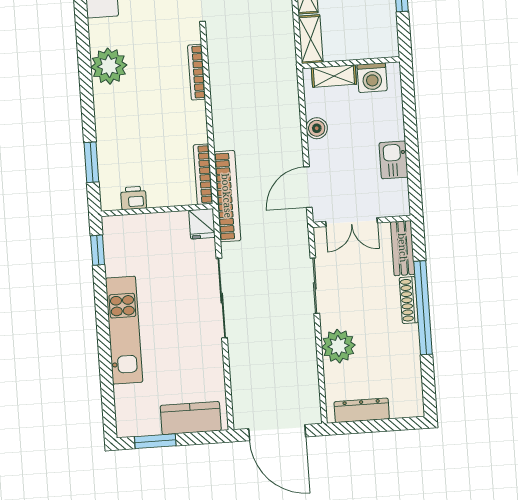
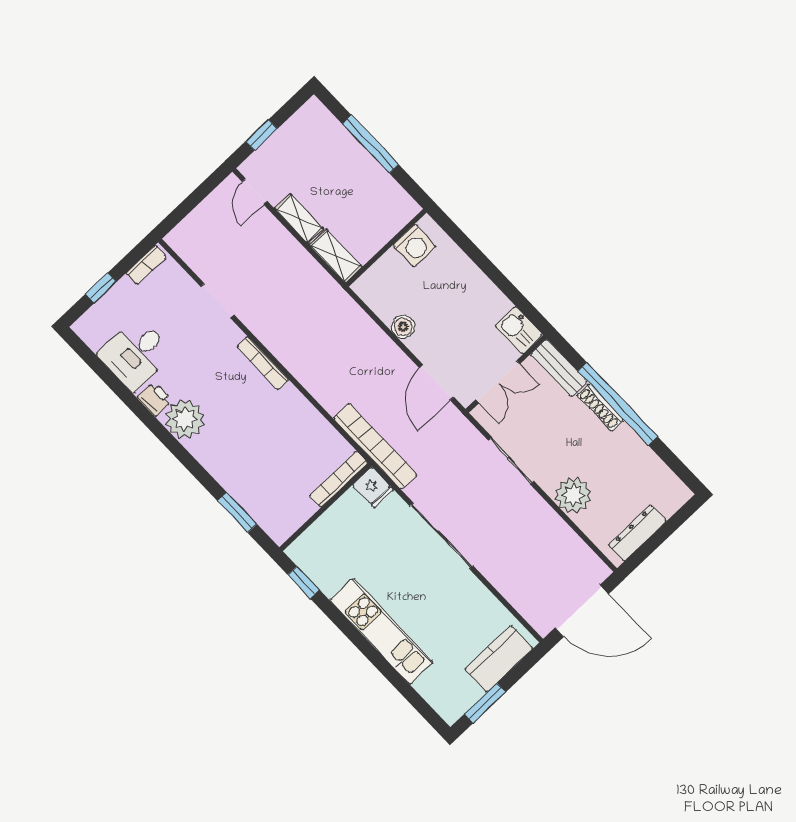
shelving: (334, 76) -> (381, 271), removed
kitchen sink: (394, 160) -> (519, 330), moved
bookcase: (203, 174) -> (339, 479), moved, turned 90
printer: (134, 198) -> (155, 399), moved, turned 90

